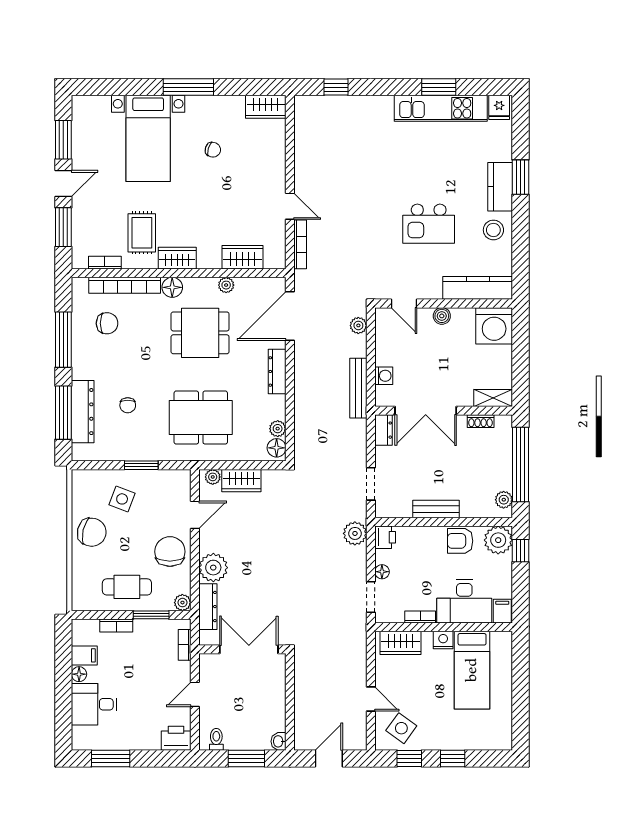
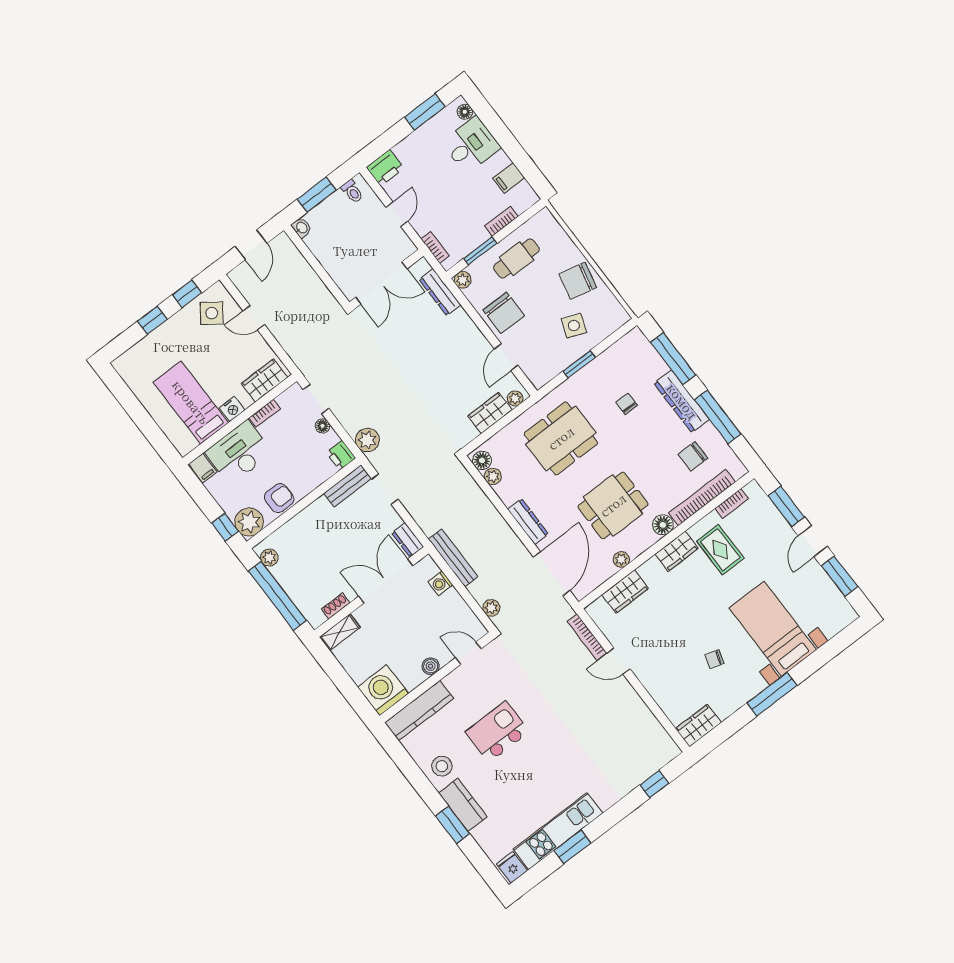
dresser: (83, 412) -> (682, 401), moved
bench: (436, 509) -> (348, 486), moved
plant: (213, 568) -> (459, 327), removed
floor lamp: (79, 674) -> (465, 112), moved

